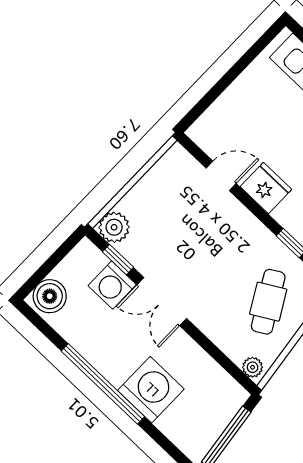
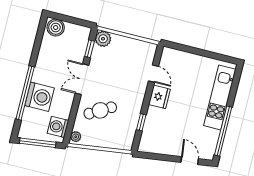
washing machine: (112, 285) -> (58, 127), moved
cafe table: (268, 302) -> (100, 110), moved
window: (103, 384) -> (25, 93), moved

